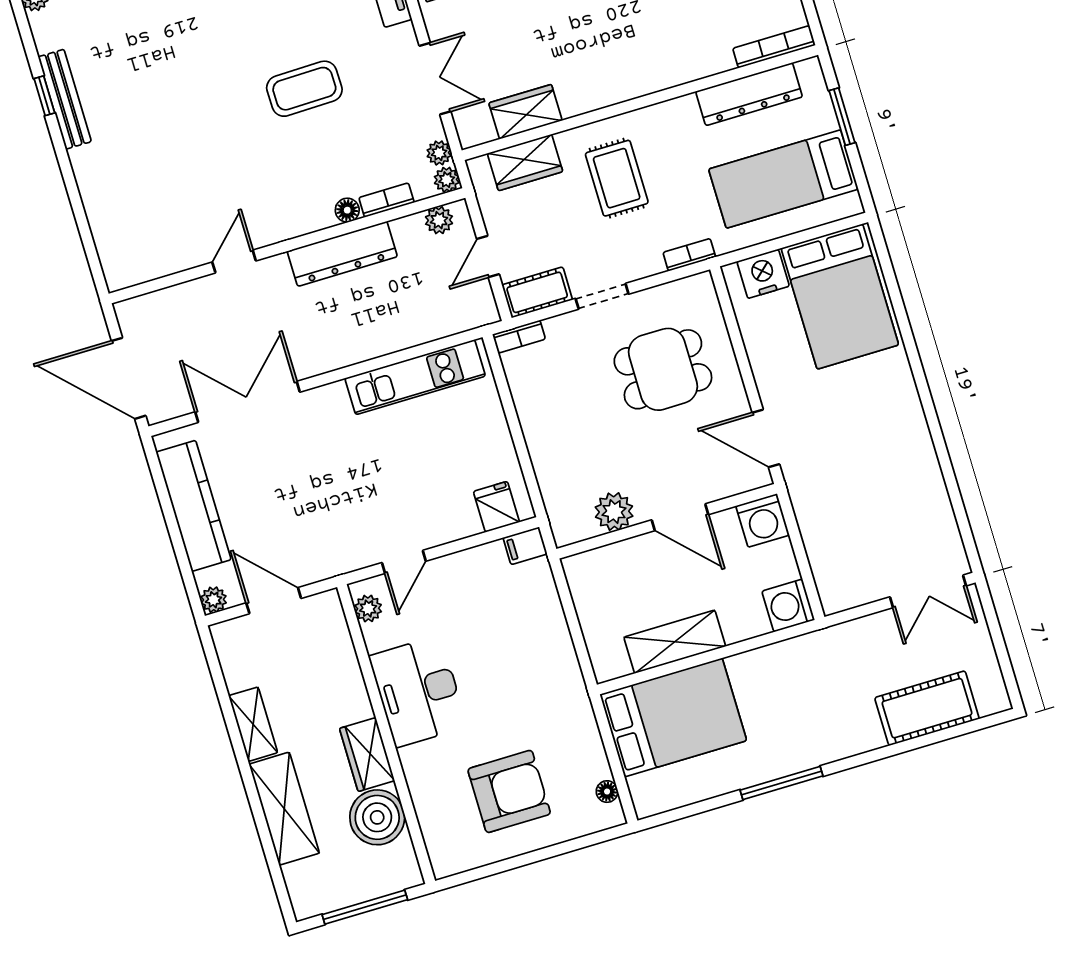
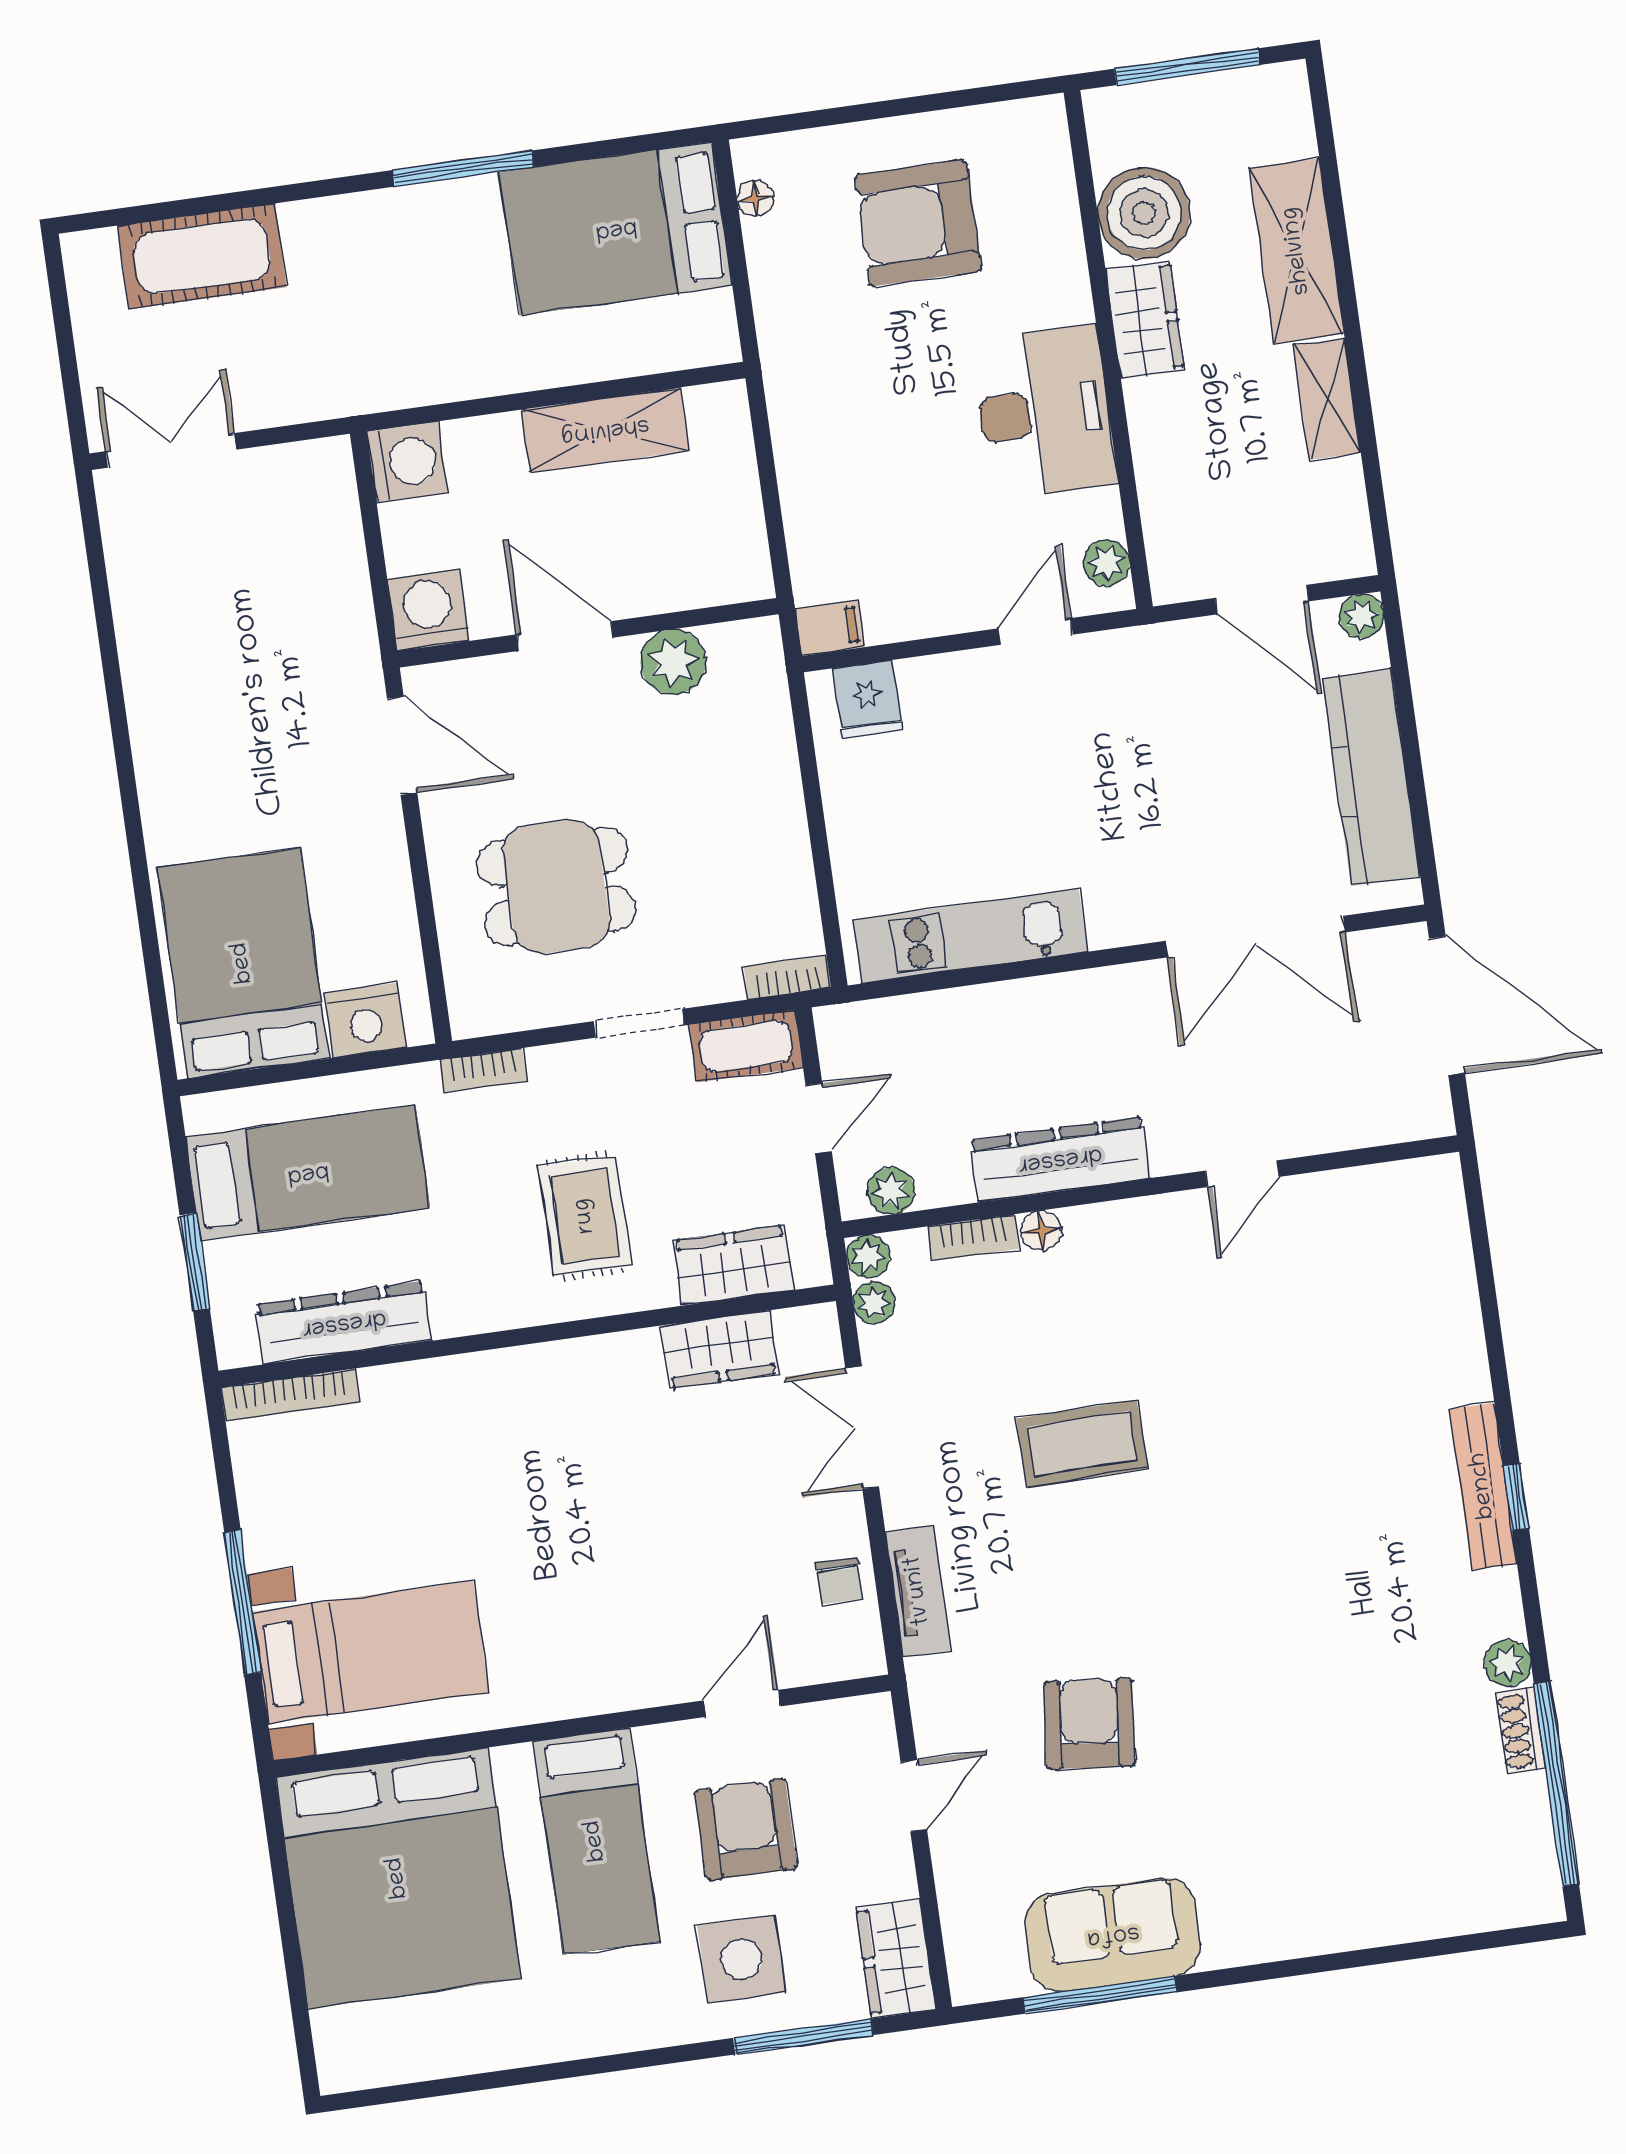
bed: (673, 717) -> (616, 229), moved

